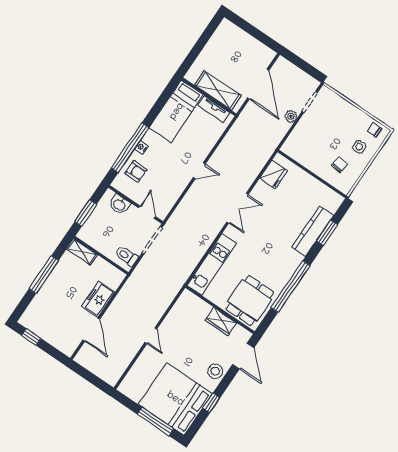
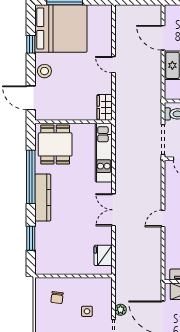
side table: (359, 147) -> (87, 311), moved
kitchen counter: (313, 231) -> (43, 198), moved
wardrobe: (221, 322) -> (105, 107), moved, turned -90

